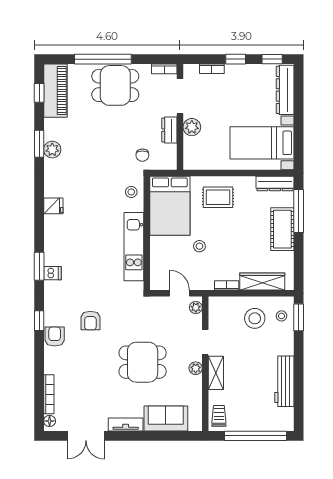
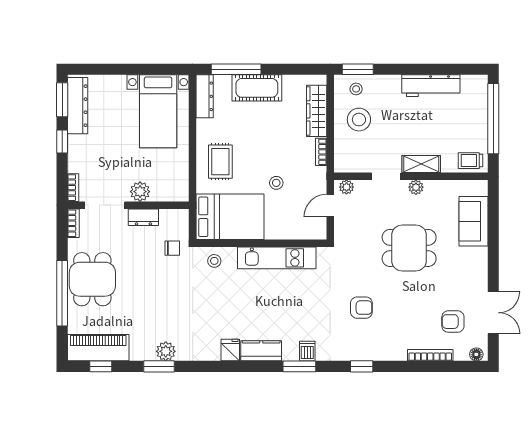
window: (272, 59) -> (62, 100), width x1.50
bookcase: (212, 69) -> (73, 188), moved
dresser: (285, 90) -> (78, 106), moved, turned -90
kitchen counter: (53, 233) -> (261, 351), added
armchair: (55, 337) -> (453, 322), moved
dining table: (143, 362) -> (409, 248), turned 90
bookcase: (49, 394) -> (430, 355), moved
tv unit: (126, 424) -> (480, 267), removed

